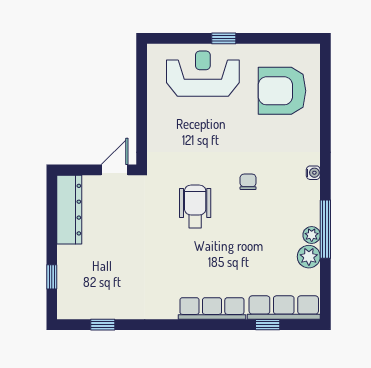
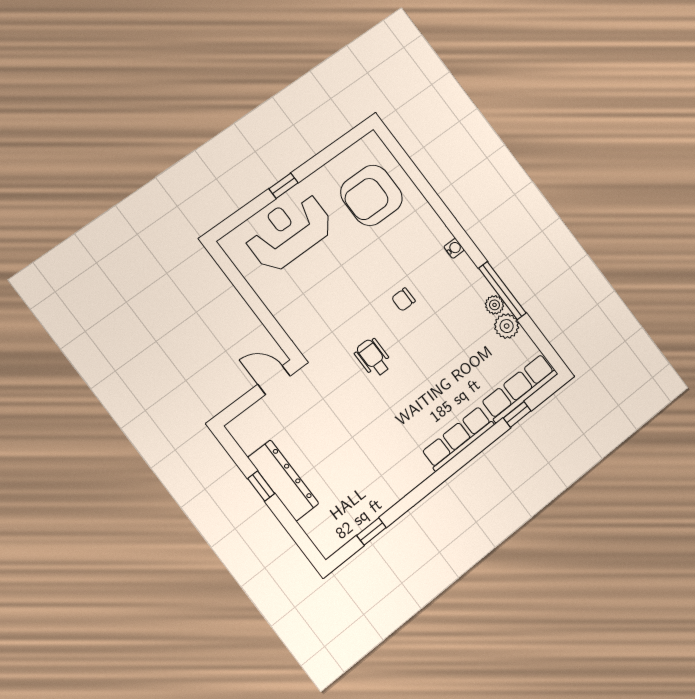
door: (114, 170) -> (274, 380), hinge flipped
chair: (248, 182) -> (403, 300), turned -90
wheelchair: (195, 206) -> (373, 358), width x0.73, depth x0.73
dresser: (69, 210) -> (283, 480), moved
window: (52, 277) -> (261, 486), moved

